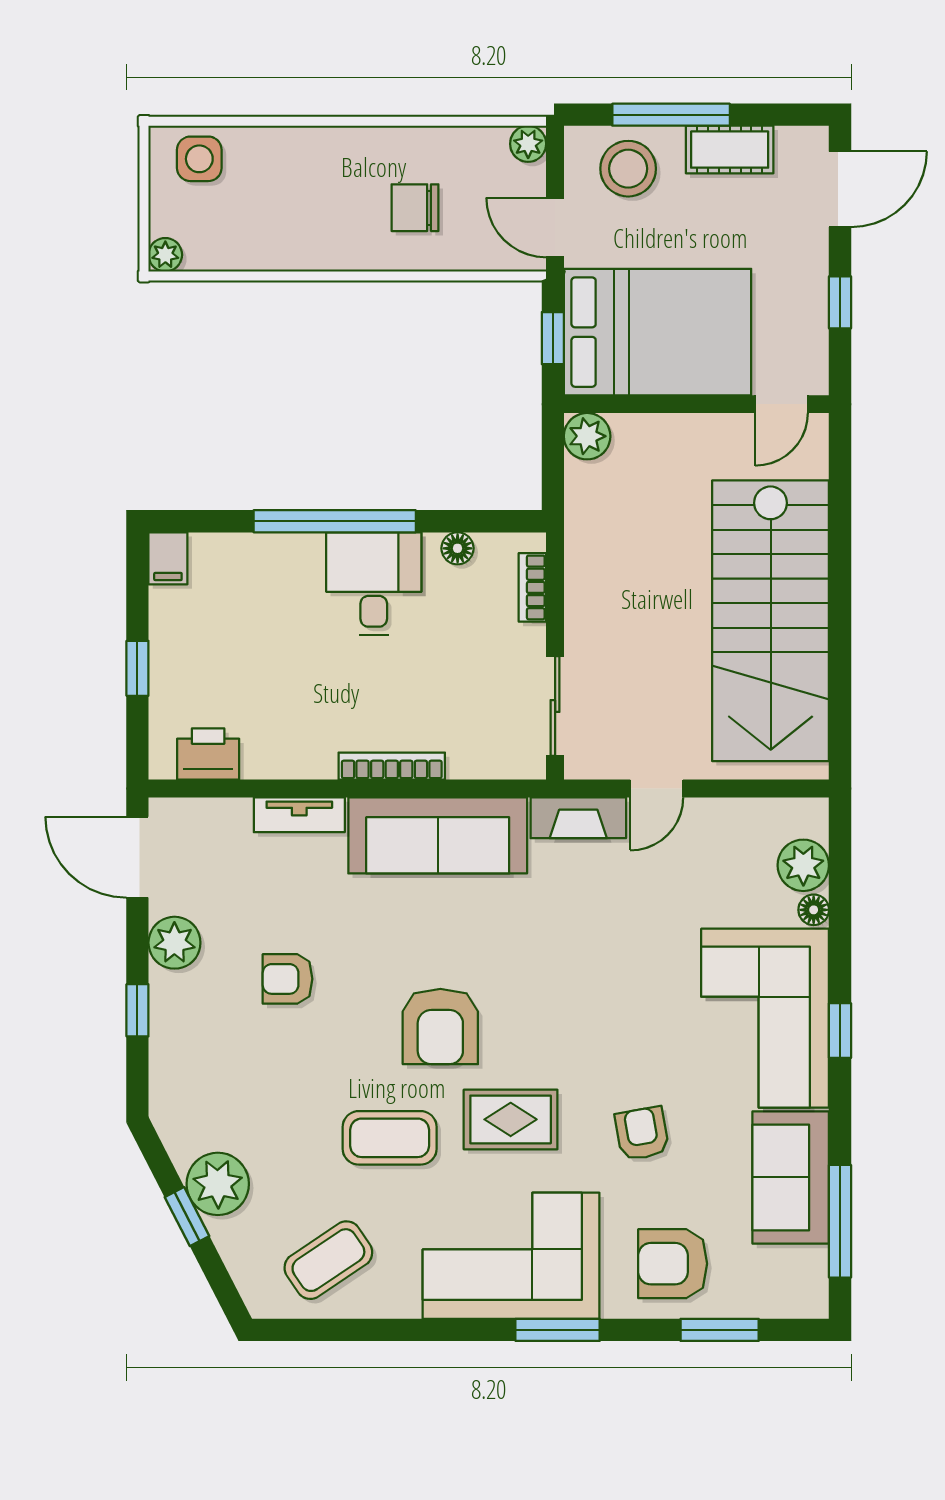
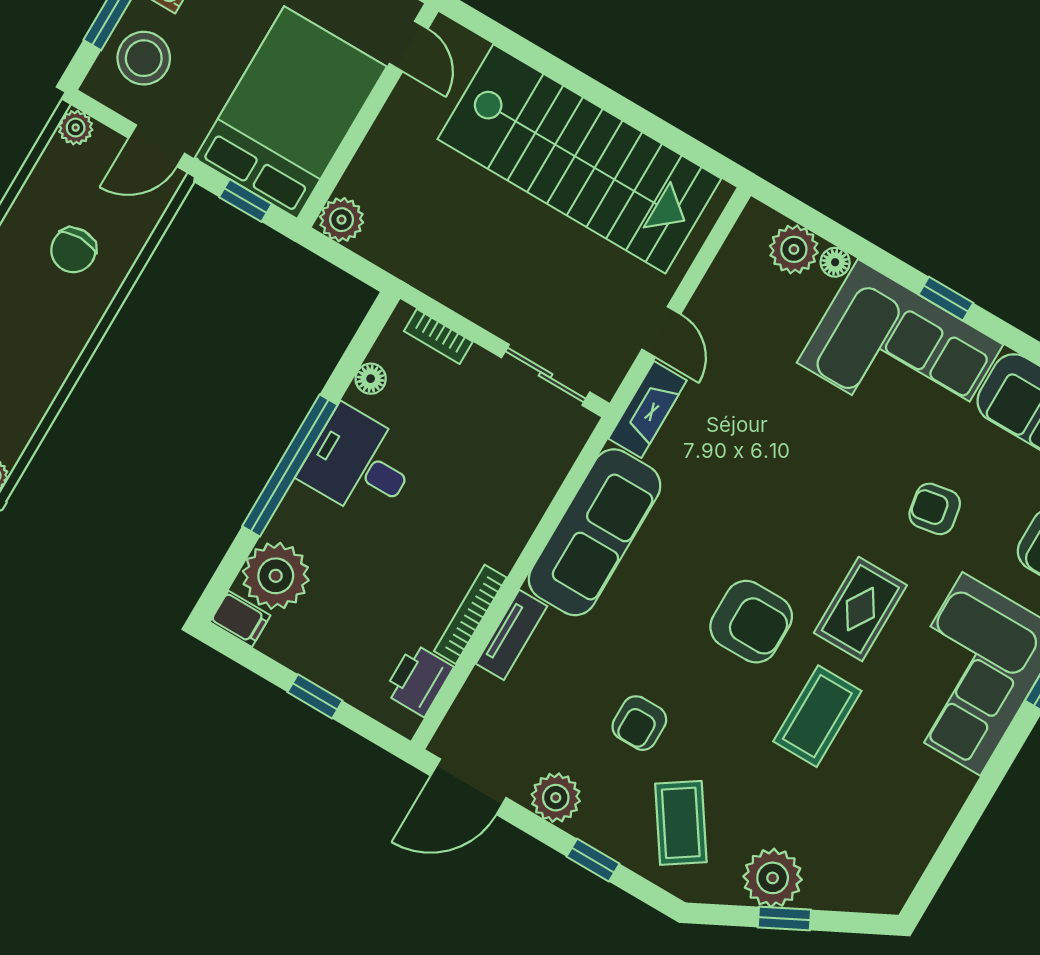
plant: (226, 568) -> (276, 576), added
bookcase: (392, 766) -> (470, 614), moved
coffee table: (328, 1260) -> (681, 823), moved

